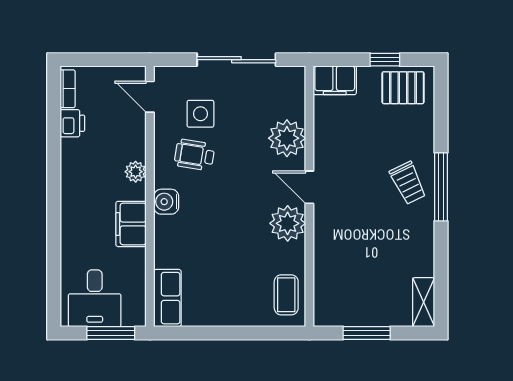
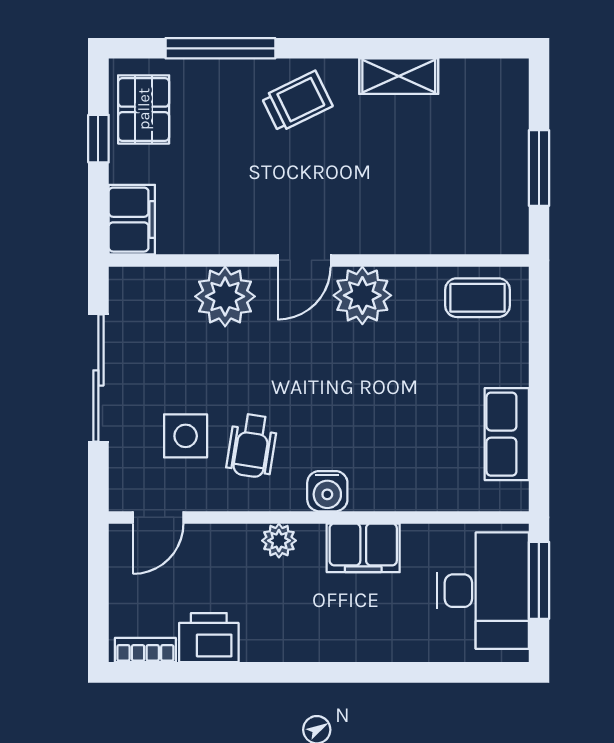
printer: (72, 123) -> (209, 638), width x1.36, depth x1.24
window: (441, 187) -> (220, 48), moved
desk: (95, 298) -> (483, 591), width x1.37
row of seats: (167, 298) -> (507, 434), moved, turned -90
shelving: (424, 302) -> (399, 76), moved

